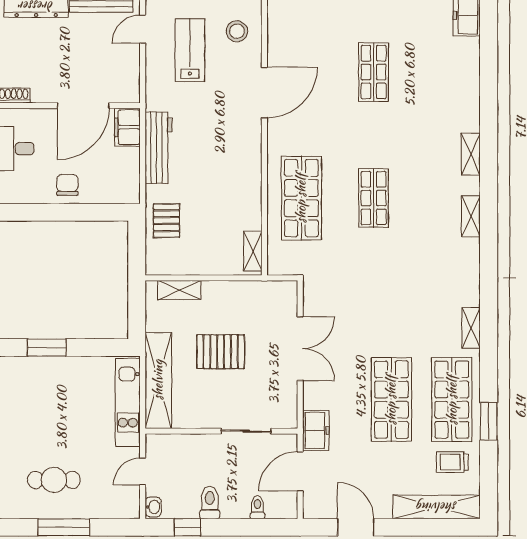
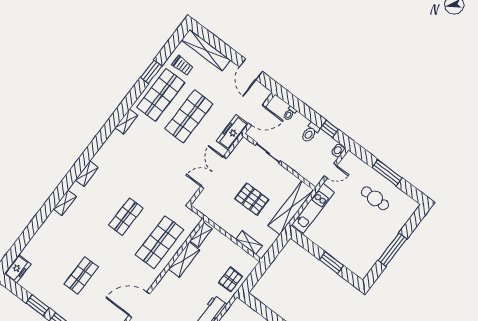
shelving: (250, 200) -> (184, 260), added
freezer: (316, 430) -> (232, 132), width x1.40

